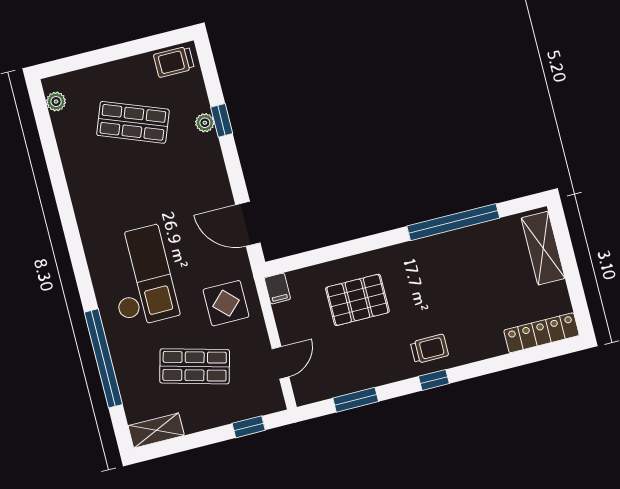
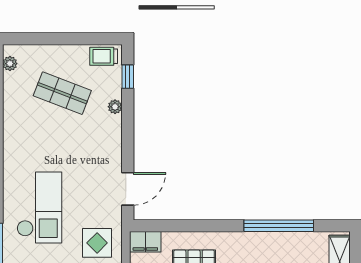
window: (222, 120) -> (128, 77), moved
door: (248, 224) -> (128, 189), swing flipped
filing cabinet: (277, 288) -> (145, 242), width x2.00

